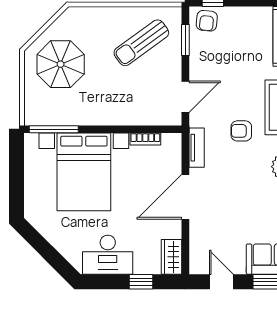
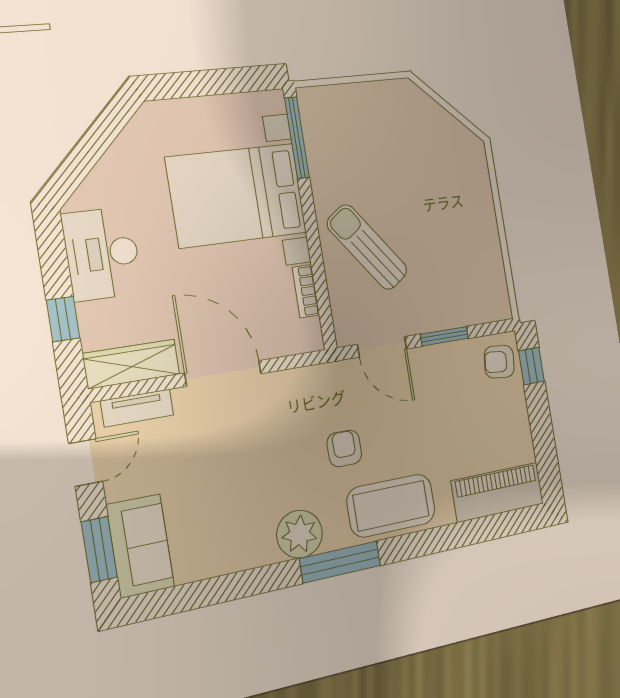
window: (185, 40) -> (444, 336), moved
sun lounger: (141, 43) -> (367, 247), moved
parasol: (61, 64) -> (398, 138), removed
tv unit: (197, 148) -> (137, 408), moved
wardrobe: (172, 257) -> (131, 364), width x1.50

